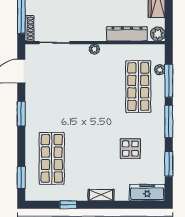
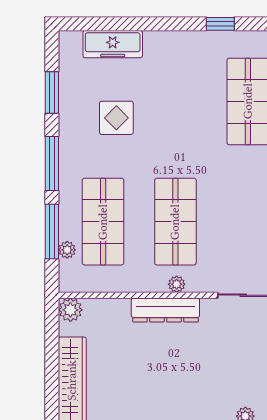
dresser: (127, 34) -> (165, 310), moved
shop shelf: (95, 87) -> (175, 222), added
freezer: (147, 193) -> (113, 44), moved
shelving: (101, 195) -> (165, 40), removed

